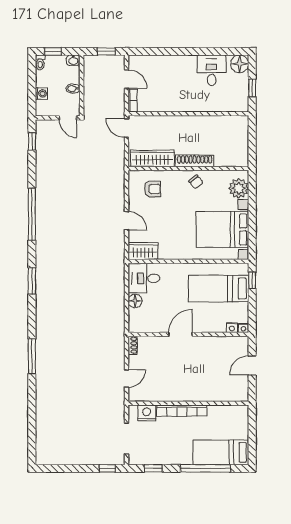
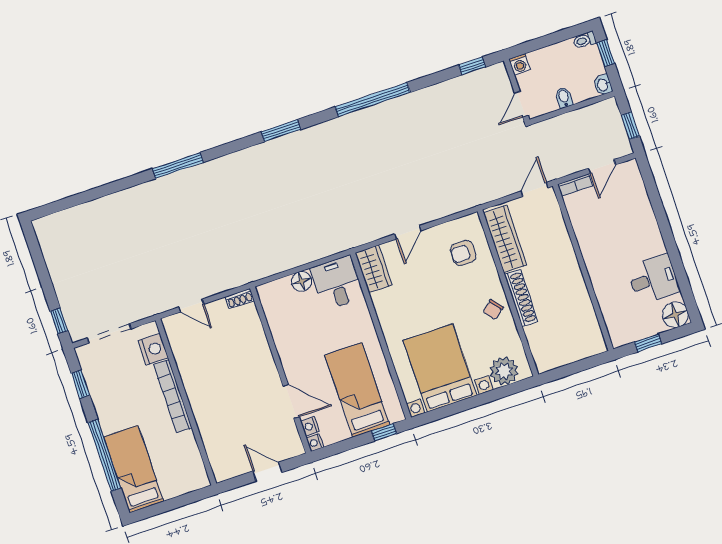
washing machine: (41, 93) -> (520, 64), moved
armchair: (152, 189) -> (463, 253), turned 90
door: (181, 334) -> (291, 401), moved

